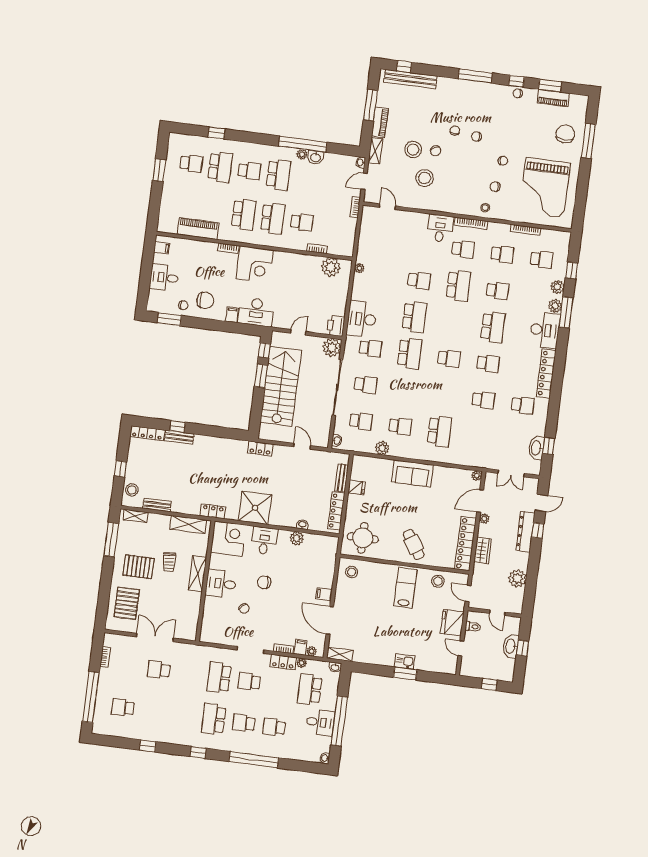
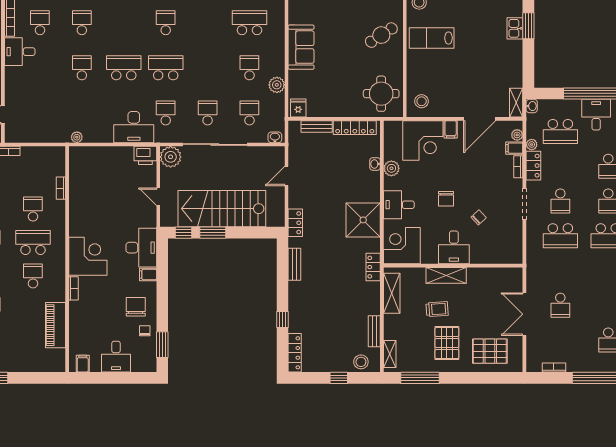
school desk: (244, 214) -> (33, 276), width x0.54
plant: (331, 267) -> (80, 170), removed
school desk: (458, 286) -> (82, 23), width x0.54
bench: (179, 437) -> (294, 264), moved
fridge: (357, 487) -> (298, 108), moved
corner desk: (317, 569) -> (423, 140), added

